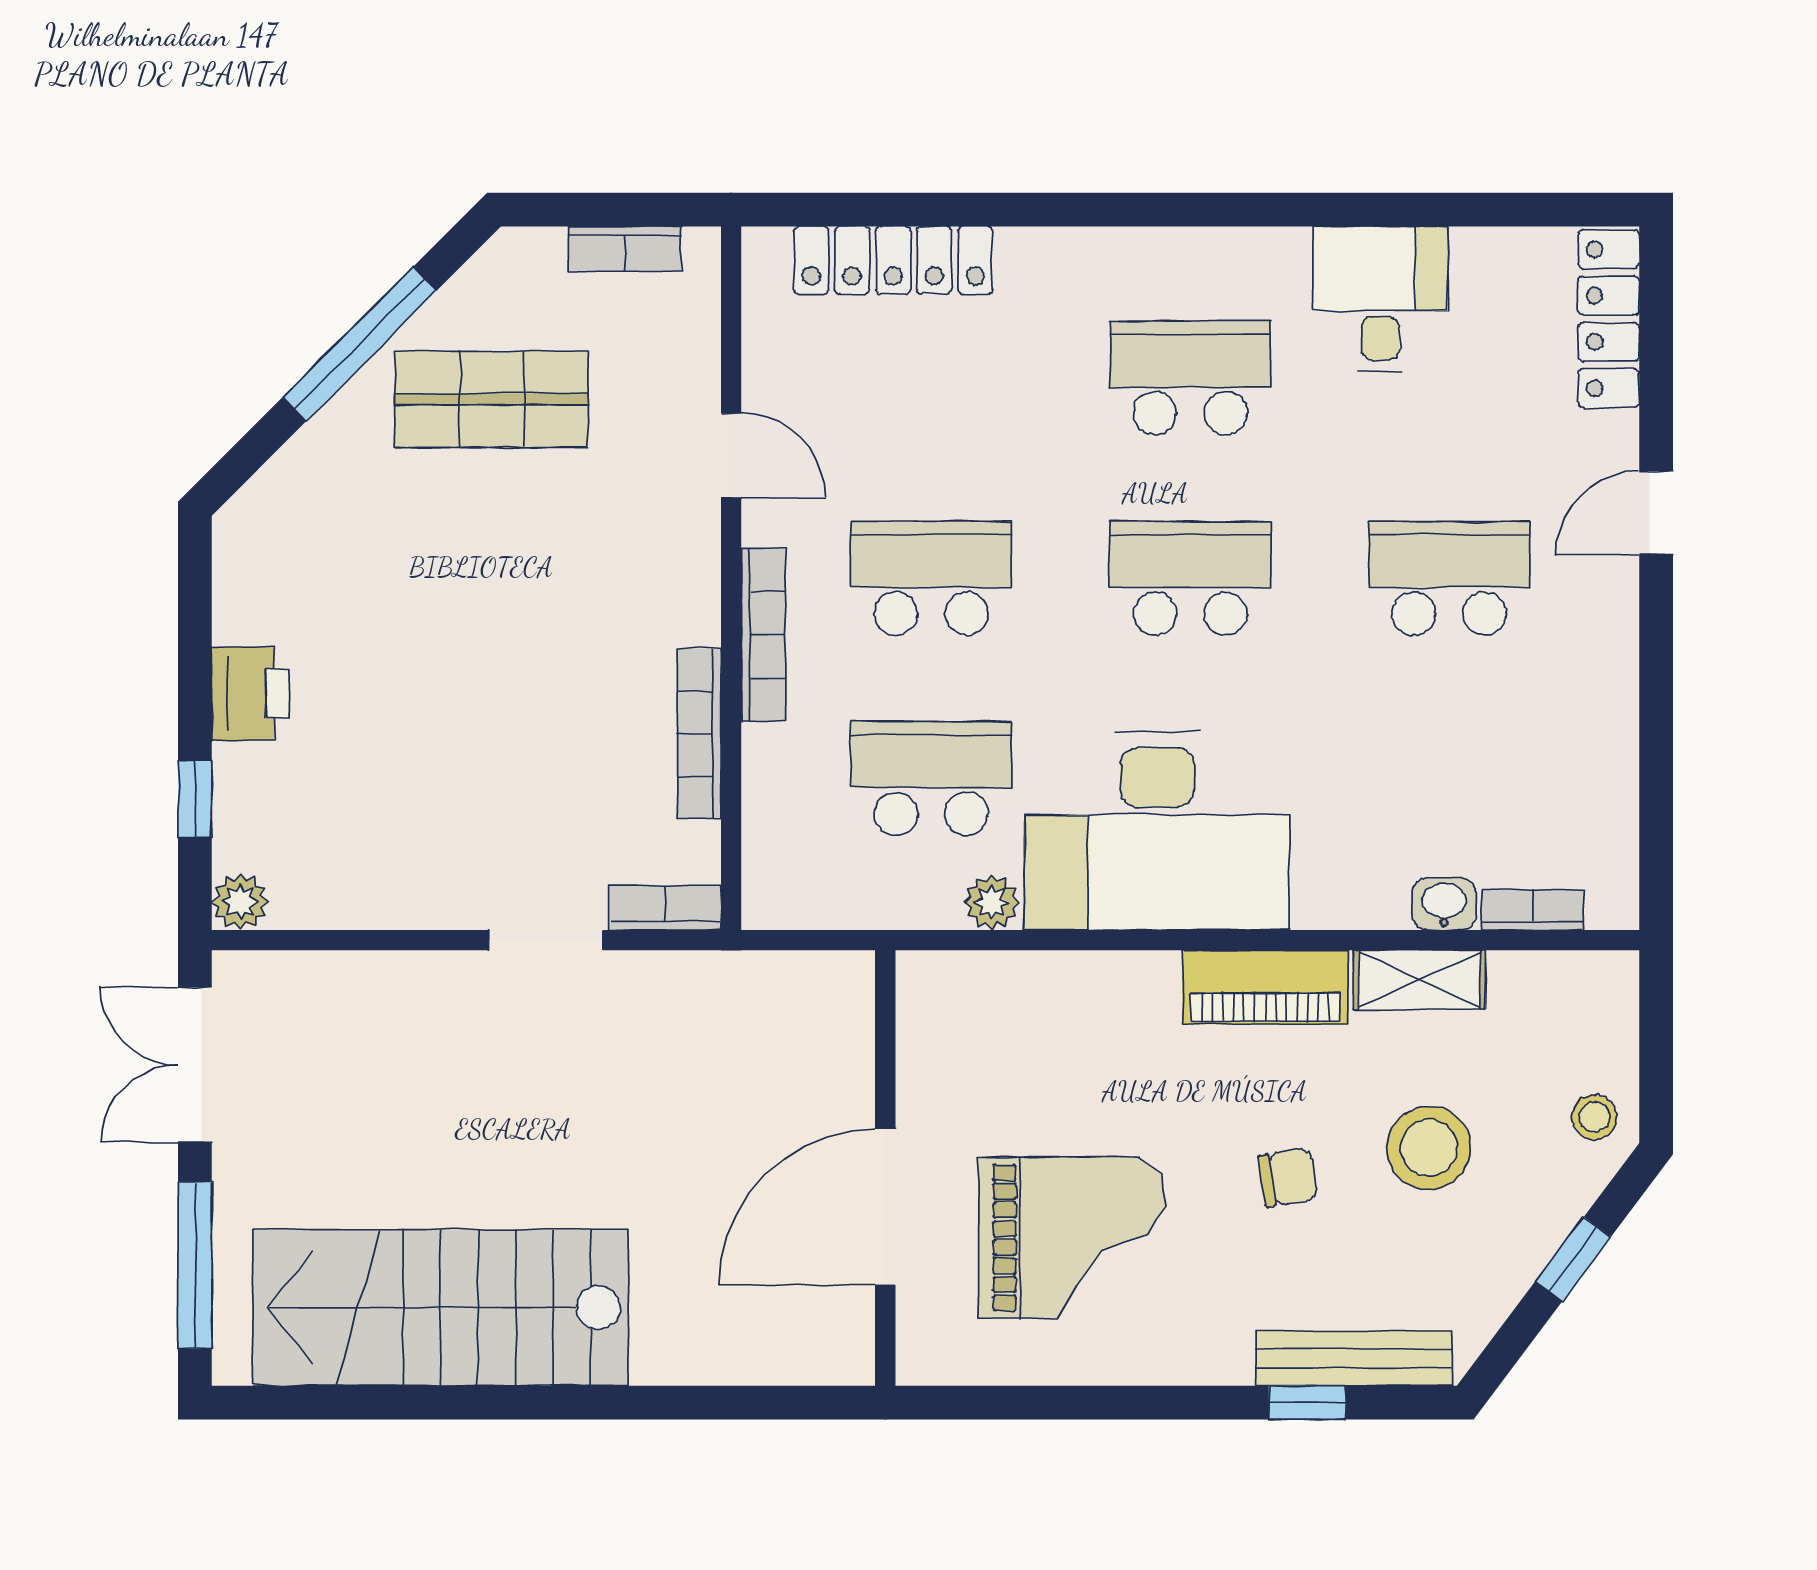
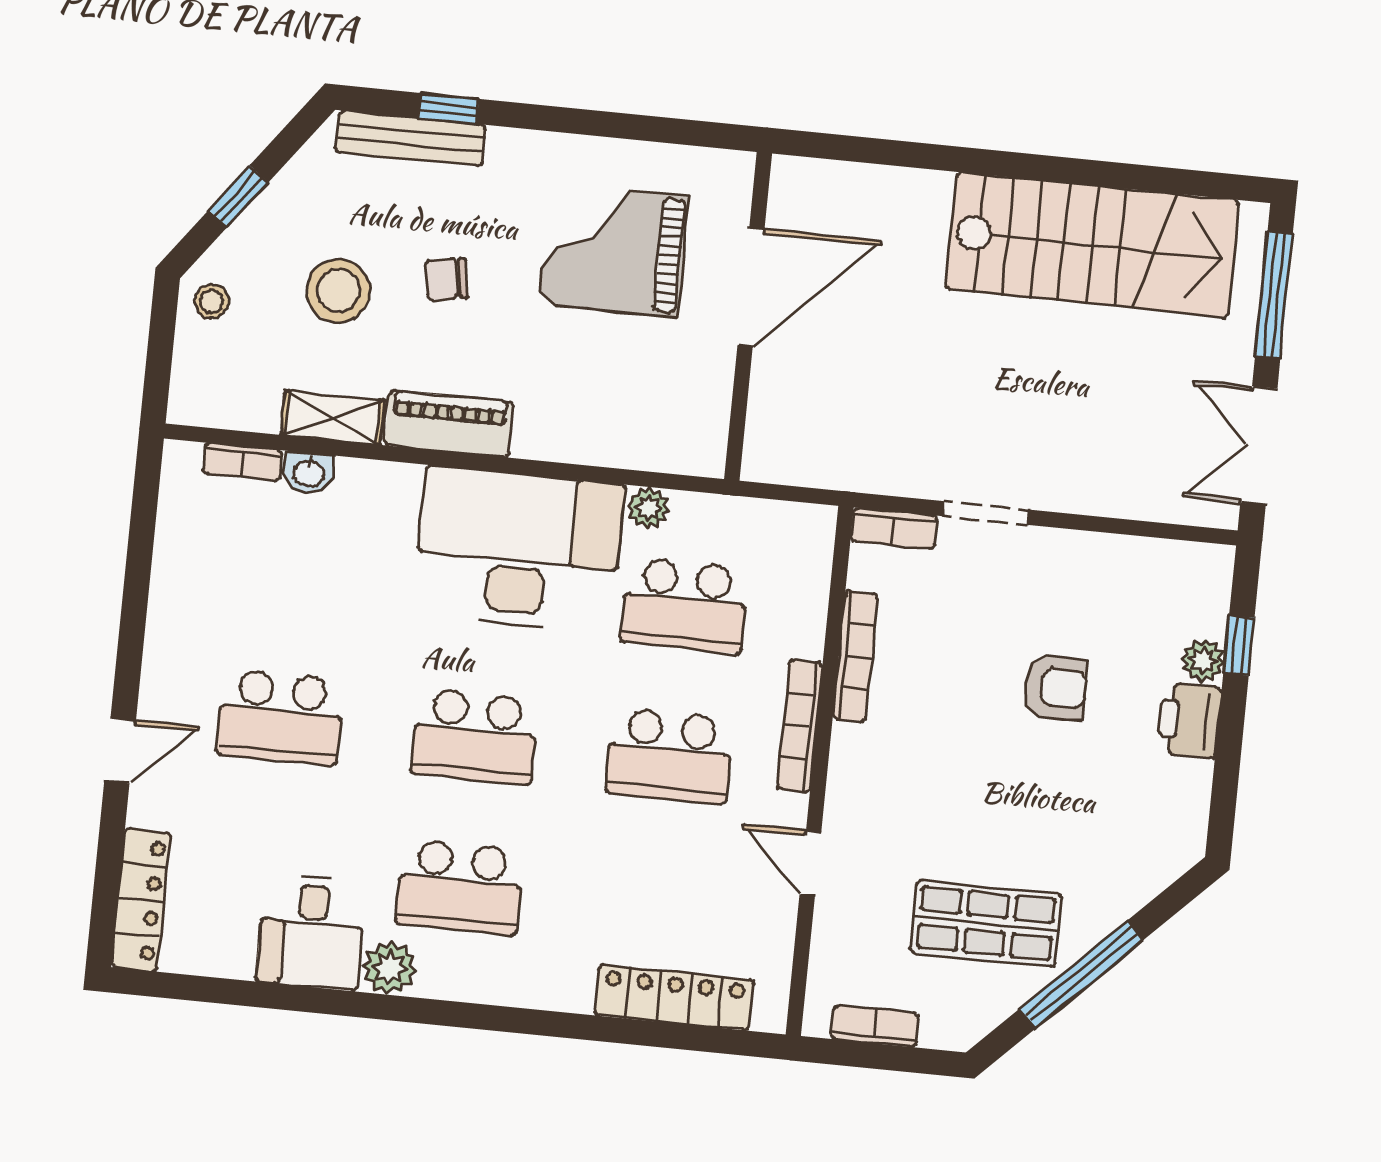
plant: (1272, 262) -> (390, 968), added
armchair: (432, 720) -> (1055, 687), added
plant: (240, 902) -> (1203, 660), moved
double door: (195, 1065) -> (1259, 446), swing flipped

